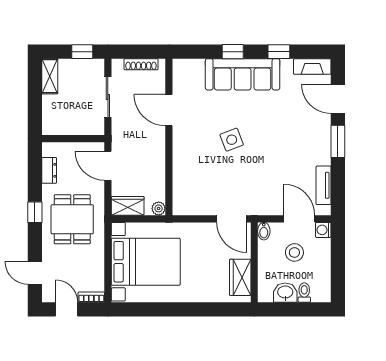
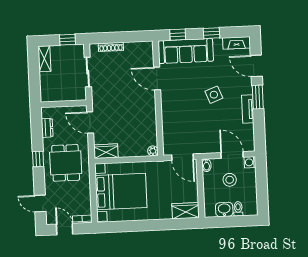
door: (169, 110) -> (157, 79), moved
wall: (169, 137) -> (158, 98), moved
side table: (232, 140) -> (214, 95), moved
tv unit: (324, 185) -> (248, 109), moved
plant: (159, 208) -> (153, 151), moved
wardrobe: (240, 277) -> (186, 211), moved, turned 90

